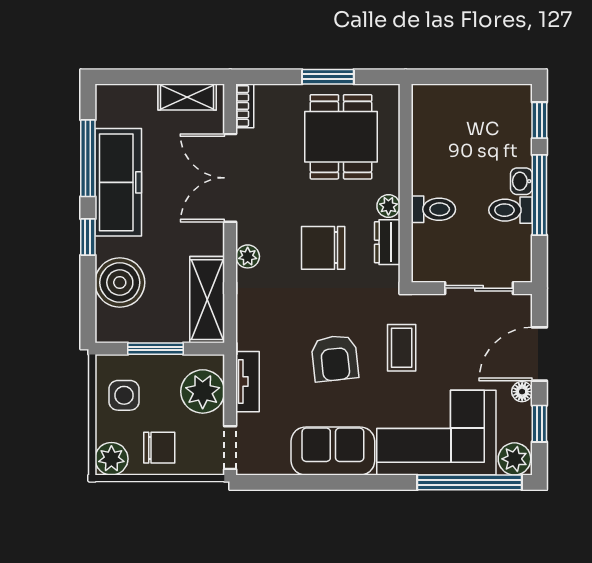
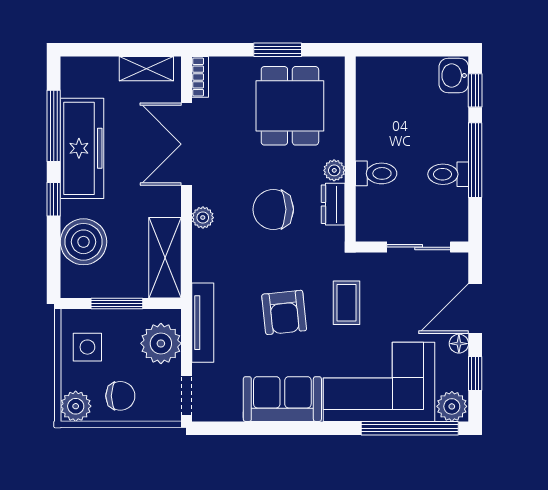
washbasin: (521, 181) -> (454, 75), moved, width x1.38, depth x1.45
tv unit: (248, 382) -> (203, 323), width x1.41

